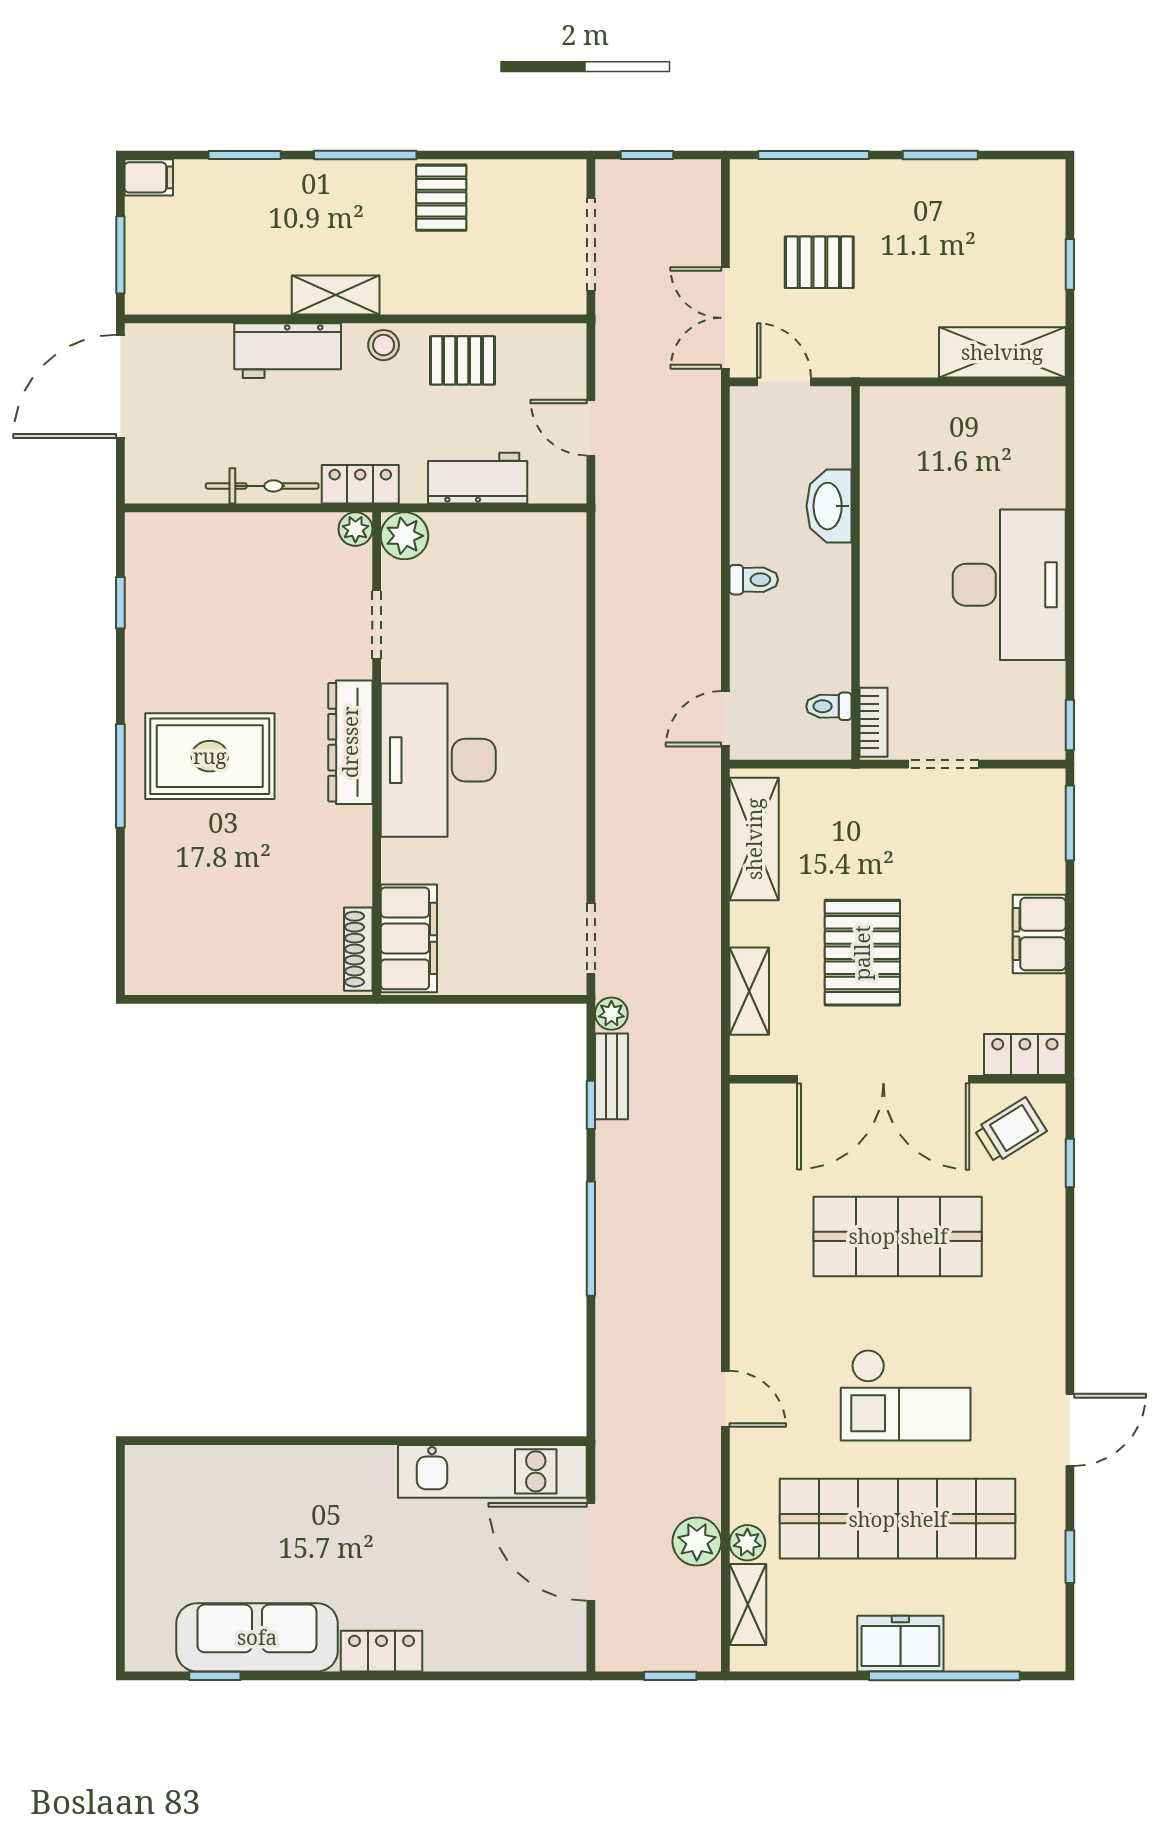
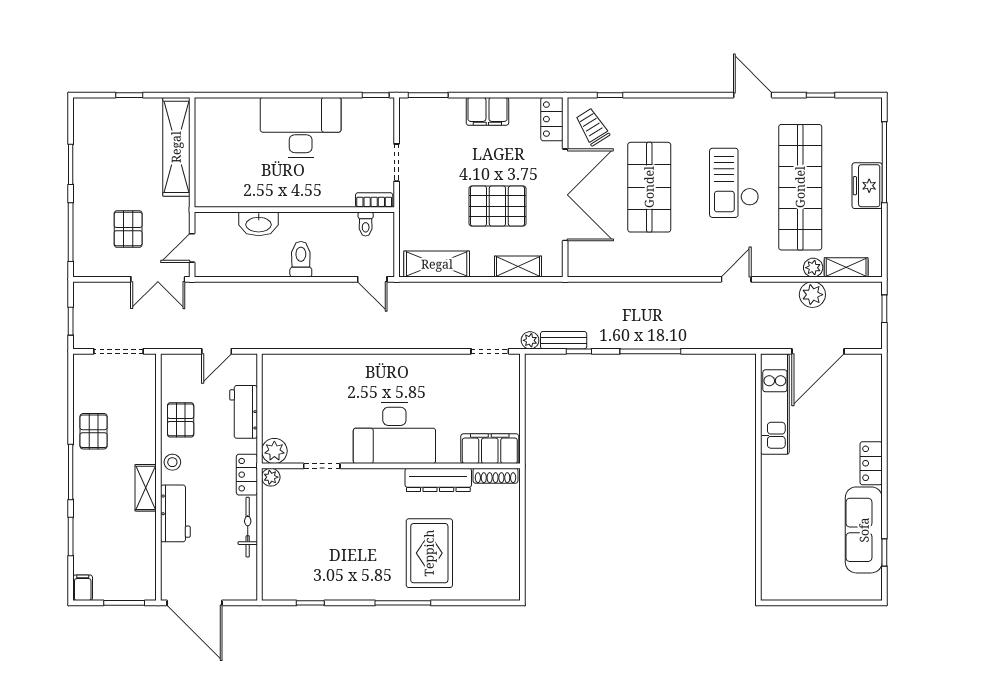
pallet: (441, 198) -> (94, 431), turned 90
shelving: (1002, 352) -> (176, 147), width x1.47
toilet: (754, 580) -> (301, 259), width x1.37, depth x1.39
dresser: (350, 742) -> (438, 480), moved
rug: (210, 756) -> (429, 553), moved
checkout: (906, 1395) -> (734, 183), turned 180

